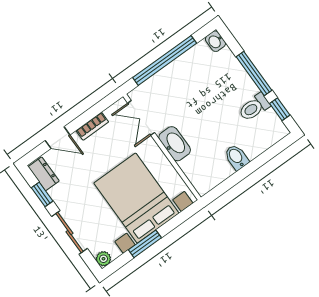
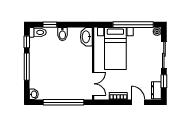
toilet: (254, 107) -> (38, 32), moved
washbasin: (175, 144) -> (86, 37), moved
window: (264, 158) -> (50, 25), added
bed with nightstands: (136, 198) -> (115, 48), width x0.73
window: (145, 244) -> (133, 25), width x2.11

